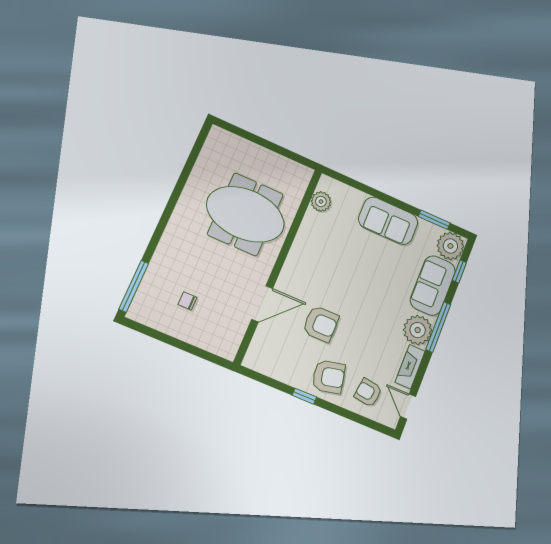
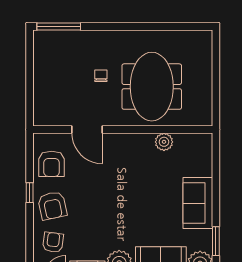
plant: (321, 202) -> (164, 142), moved
chair: (187, 301) -> (101, 76), moved
armchair: (321, 324) -> (52, 164), moved

